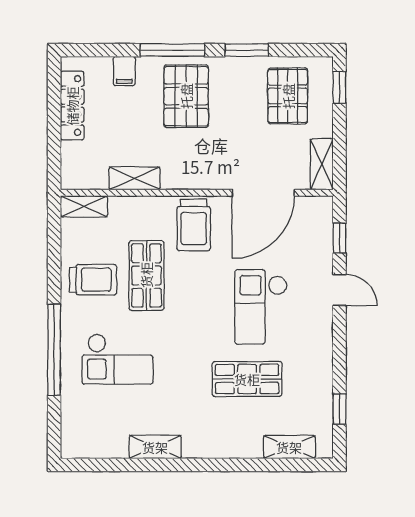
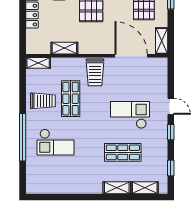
door: (263, 193) -> (131, 56), swing flipped
window: (339, 238) -> (171, 132), moved
checkout: (261, 307) -> (130, 115), turned 90
shelving: (155, 447) -> (117, 188), moved

